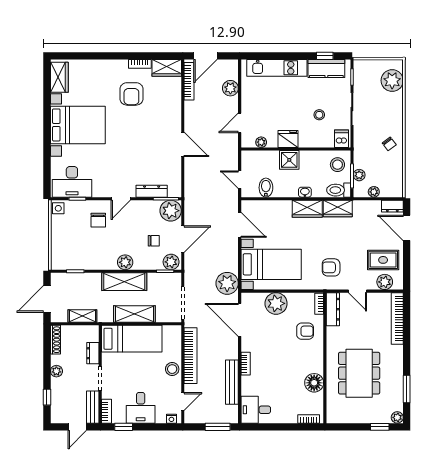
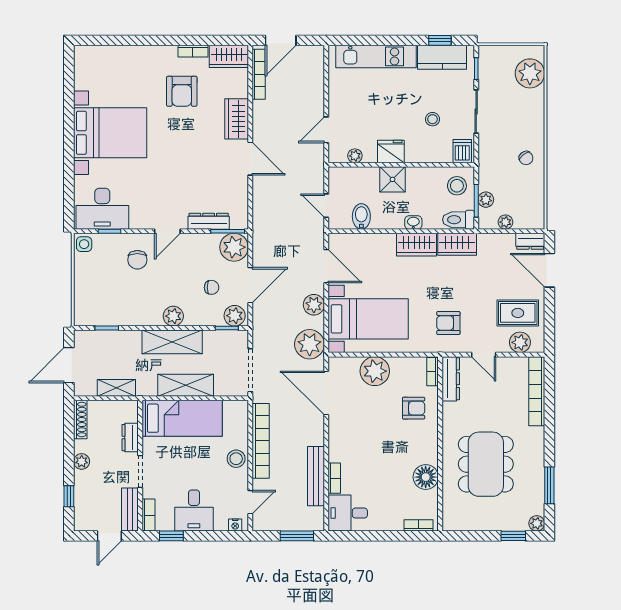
wardrobe: (59, 77) -> (237, 119), moved, turned 180
plant: (230, 88) -> (314, 305), moved
bookcase: (246, 364) -> (334, 478), moved

